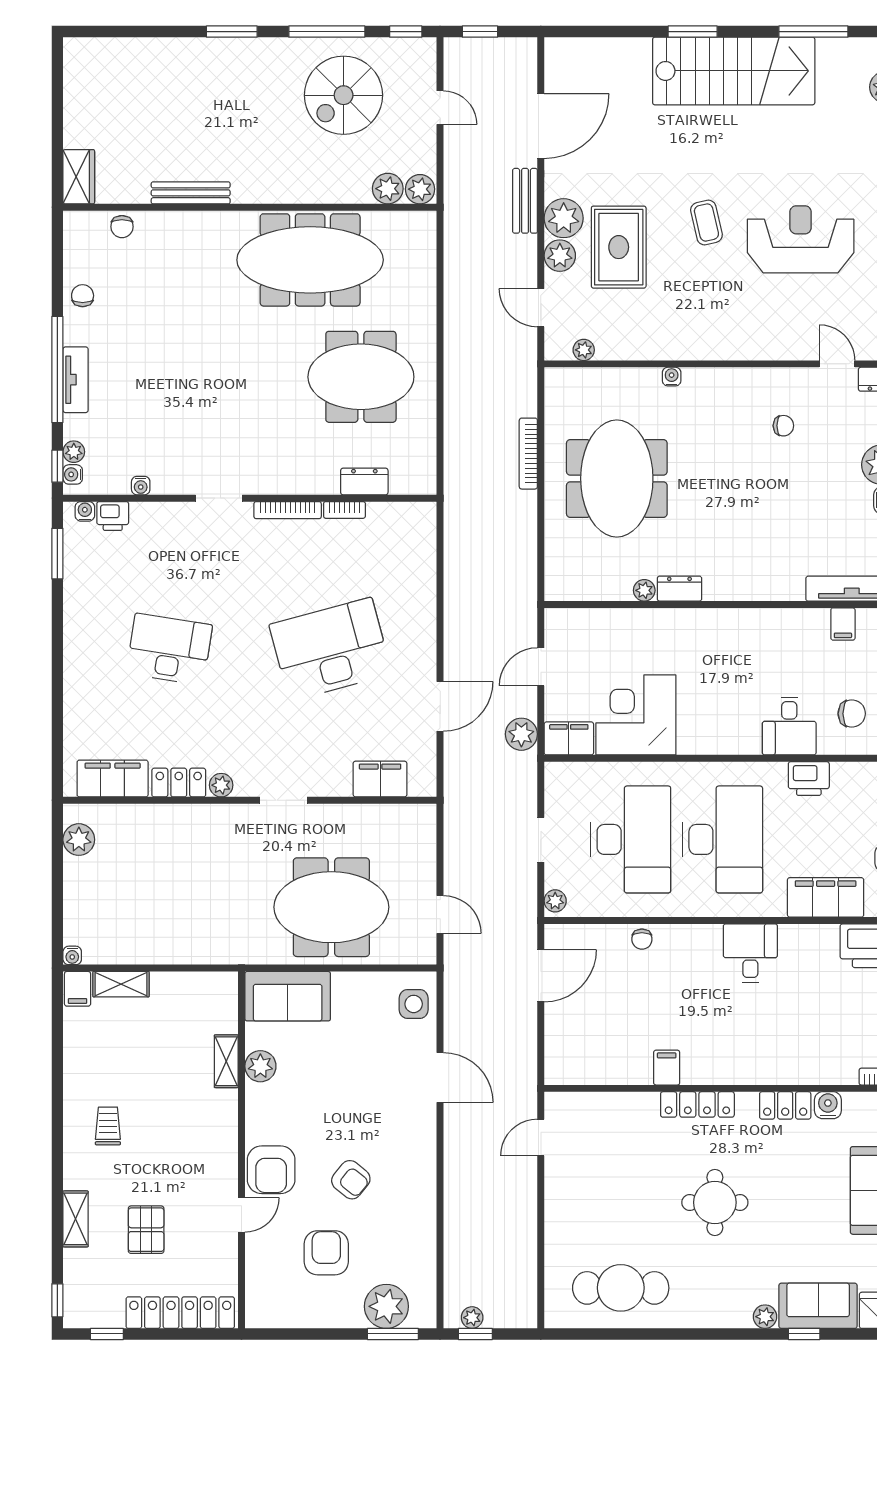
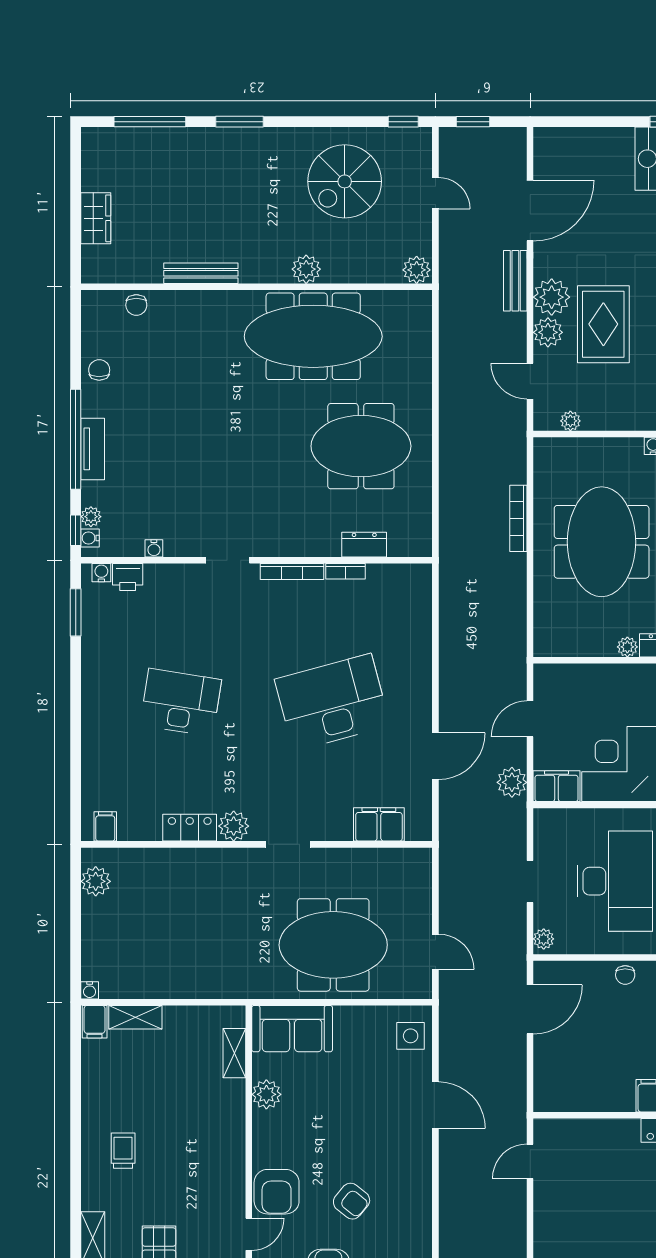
window: (327, 32) -> (150, 122), moved
wardrobe: (79, 177) -> (96, 218), moved
plant: (388, 189) -> (306, 269), moved
filing cabinet: (113, 778) -> (105, 826), width x0.33, depth x0.86
plant: (221, 785) -> (234, 826), width x1.38, depth x1.38
shelving: (226, 1061) -> (234, 1053), moved

